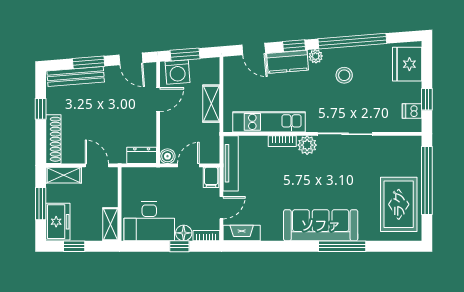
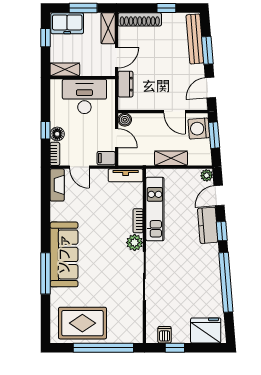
plant: (316, 56) -> (207, 175), moved
stool: (344, 75) -> (196, 275), removed
dresser: (142, 155) -> (125, 84), moved
tv unit: (231, 163) -> (126, 175), width x0.71
desk: (149, 221) -> (84, 96), moved, turned 90

